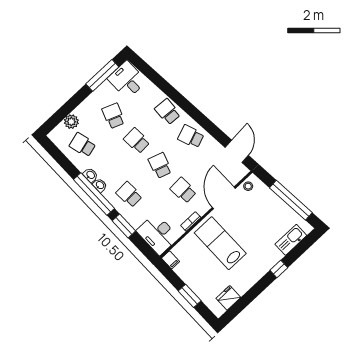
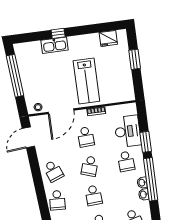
desk: (158, 234) -> (128, 131), moved
kitchen sink: (291, 240) -> (55, 45), moved
filing cabinet: (171, 260) -> (130, 94), removed

